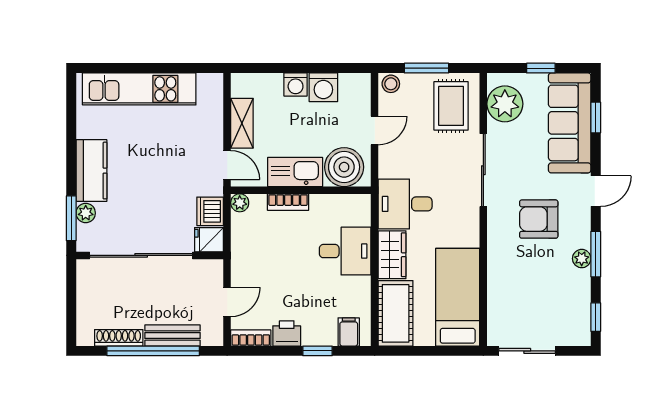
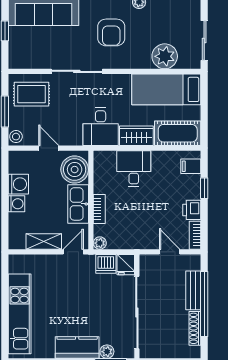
plant: (505, 104) -> (165, 56), moved

